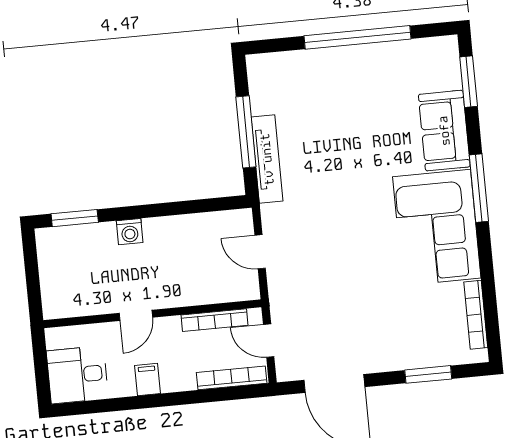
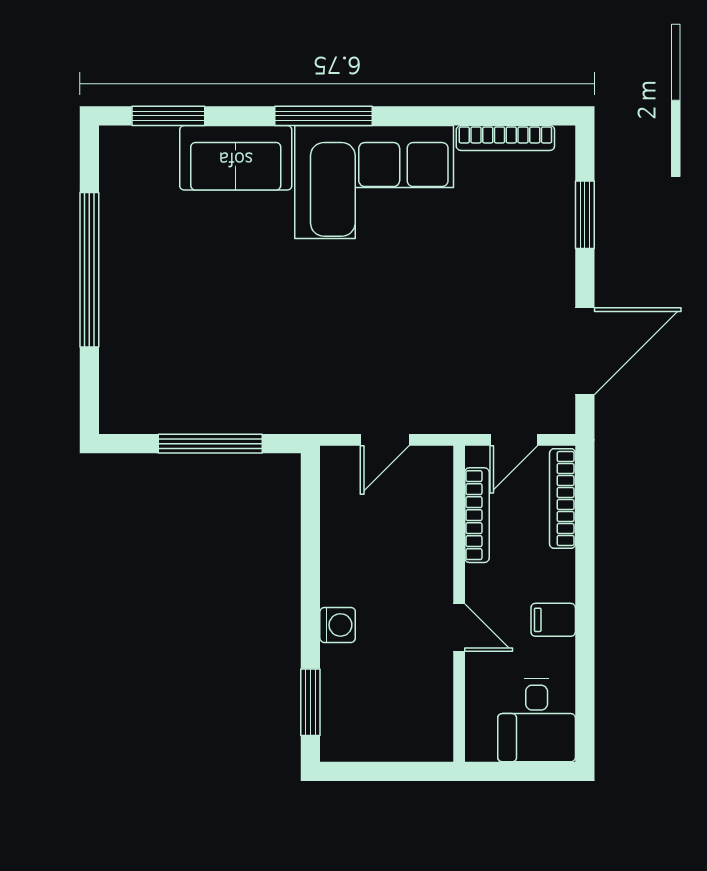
tv unit: (267, 159) -> (252, 417), removed

